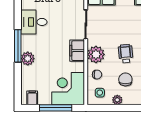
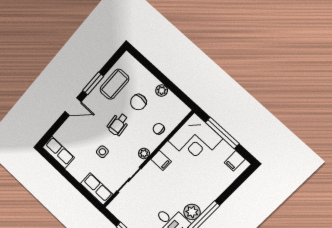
filing cabinet: (77, 51) -> (161, 160), width x0.50
plant: (96, 54) -> (144, 153), width x0.53, depth x0.53
plant: (28, 59) -> (192, 212), moved
side table: (100, 93) -> (102, 152), moved

